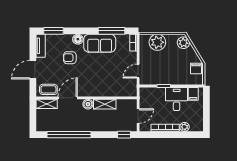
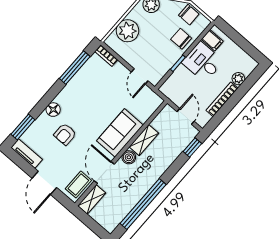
sofa: (100, 43) -> (120, 133), moved, turned 180
chair: (179, 76) -> (181, 39), added

